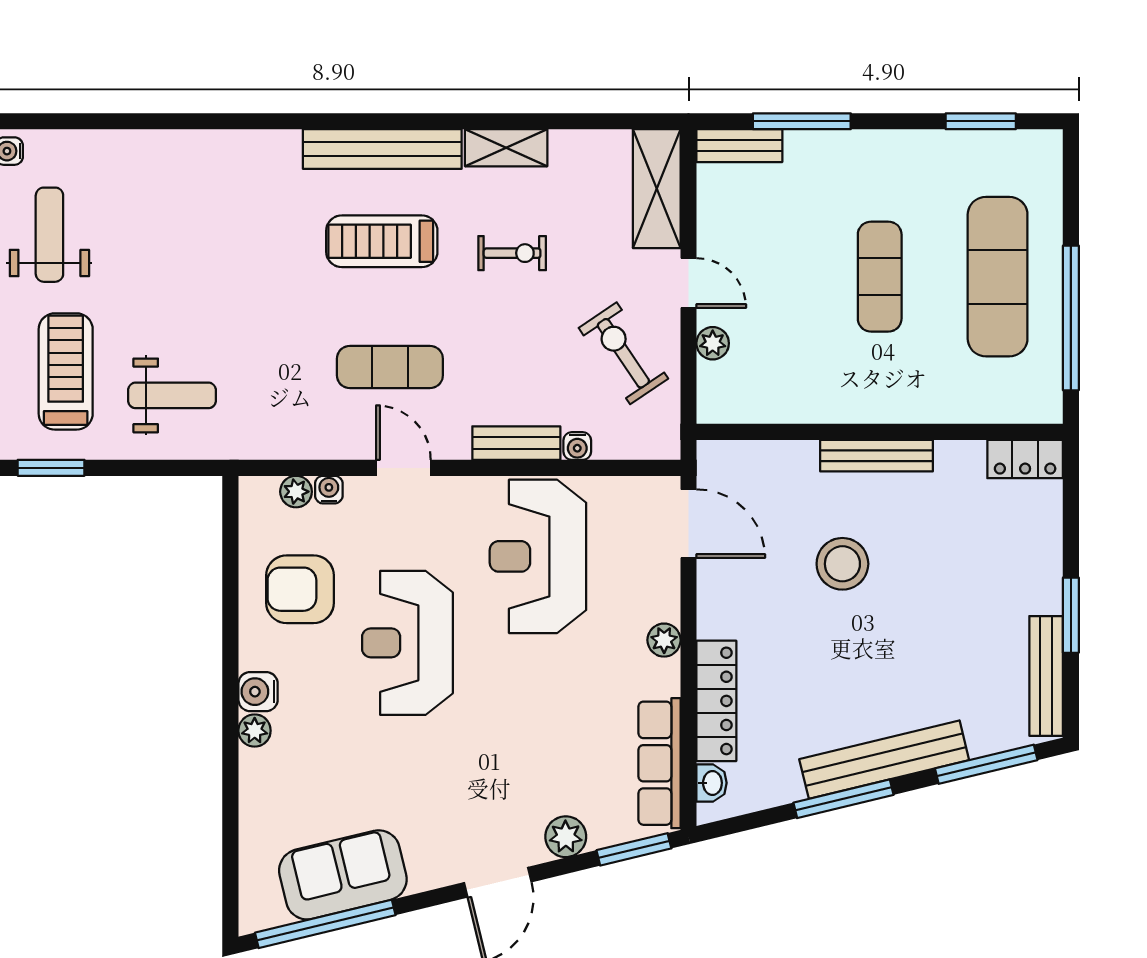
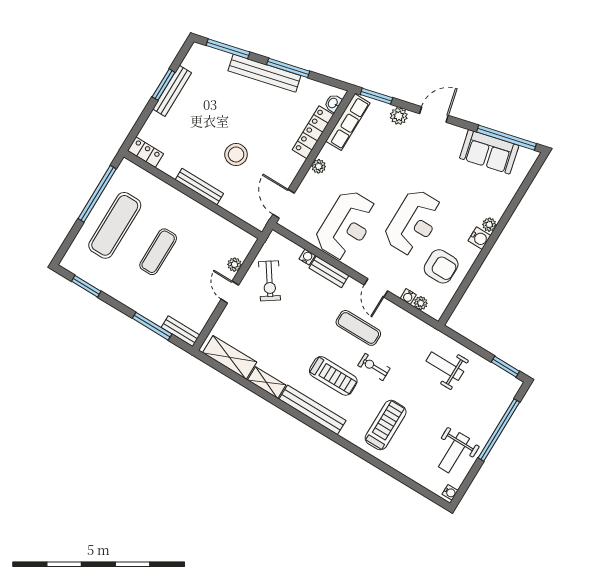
shelving: (657, 189) -> (230, 357), moved, turned 90
exercise bike: (512, 253) -> (374, 367), moved
treadmill: (66, 371) -> (386, 425), moved, turned 180
bench: (1046, 676) -> (172, 91), moved

